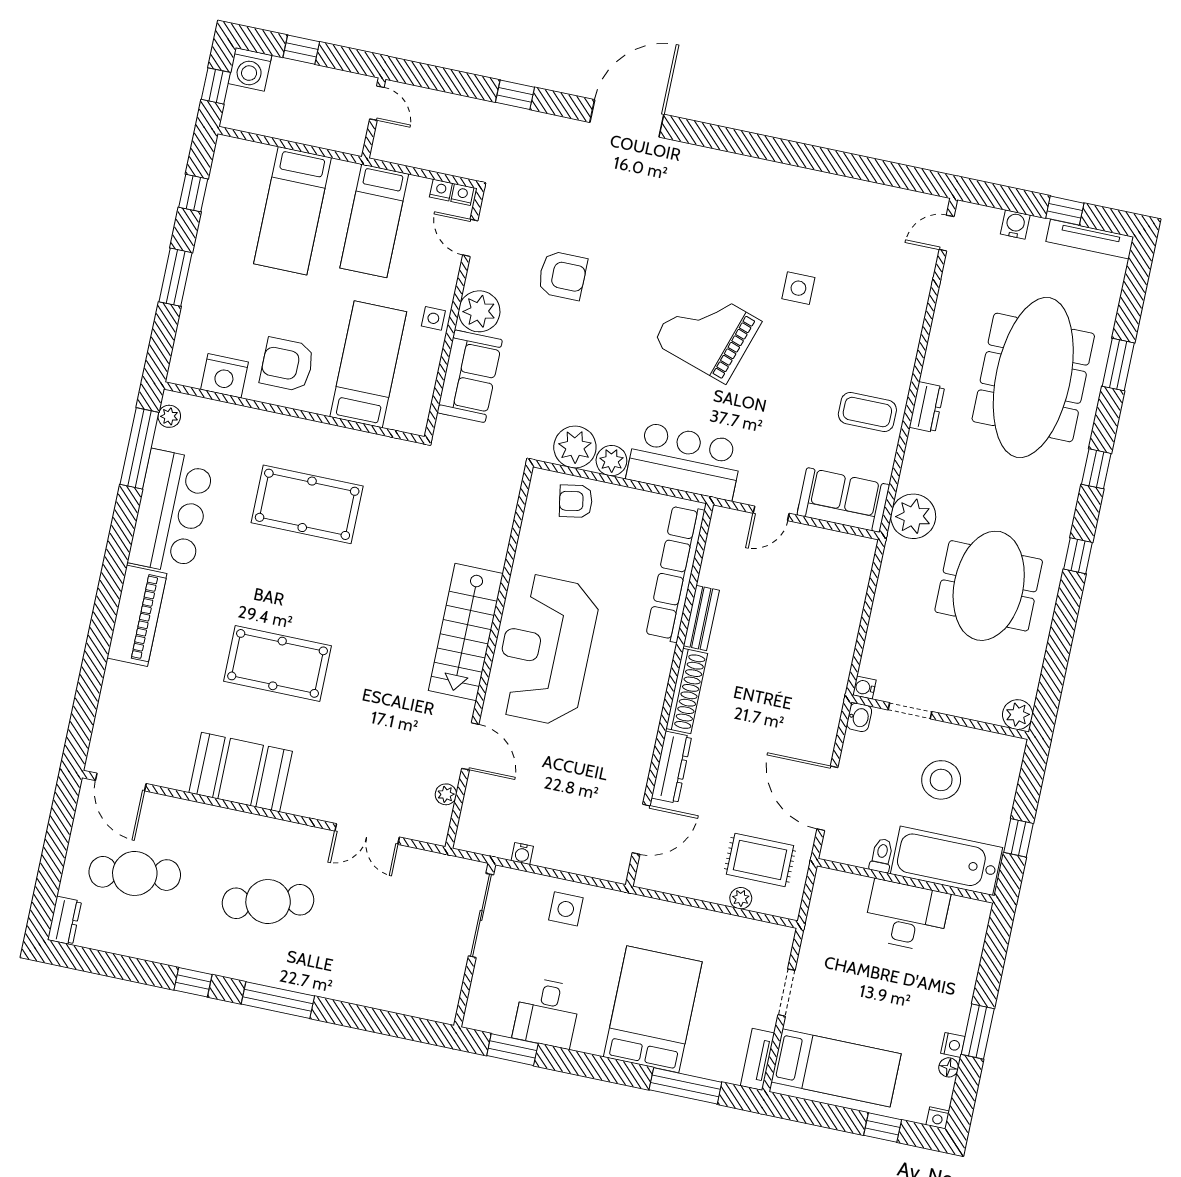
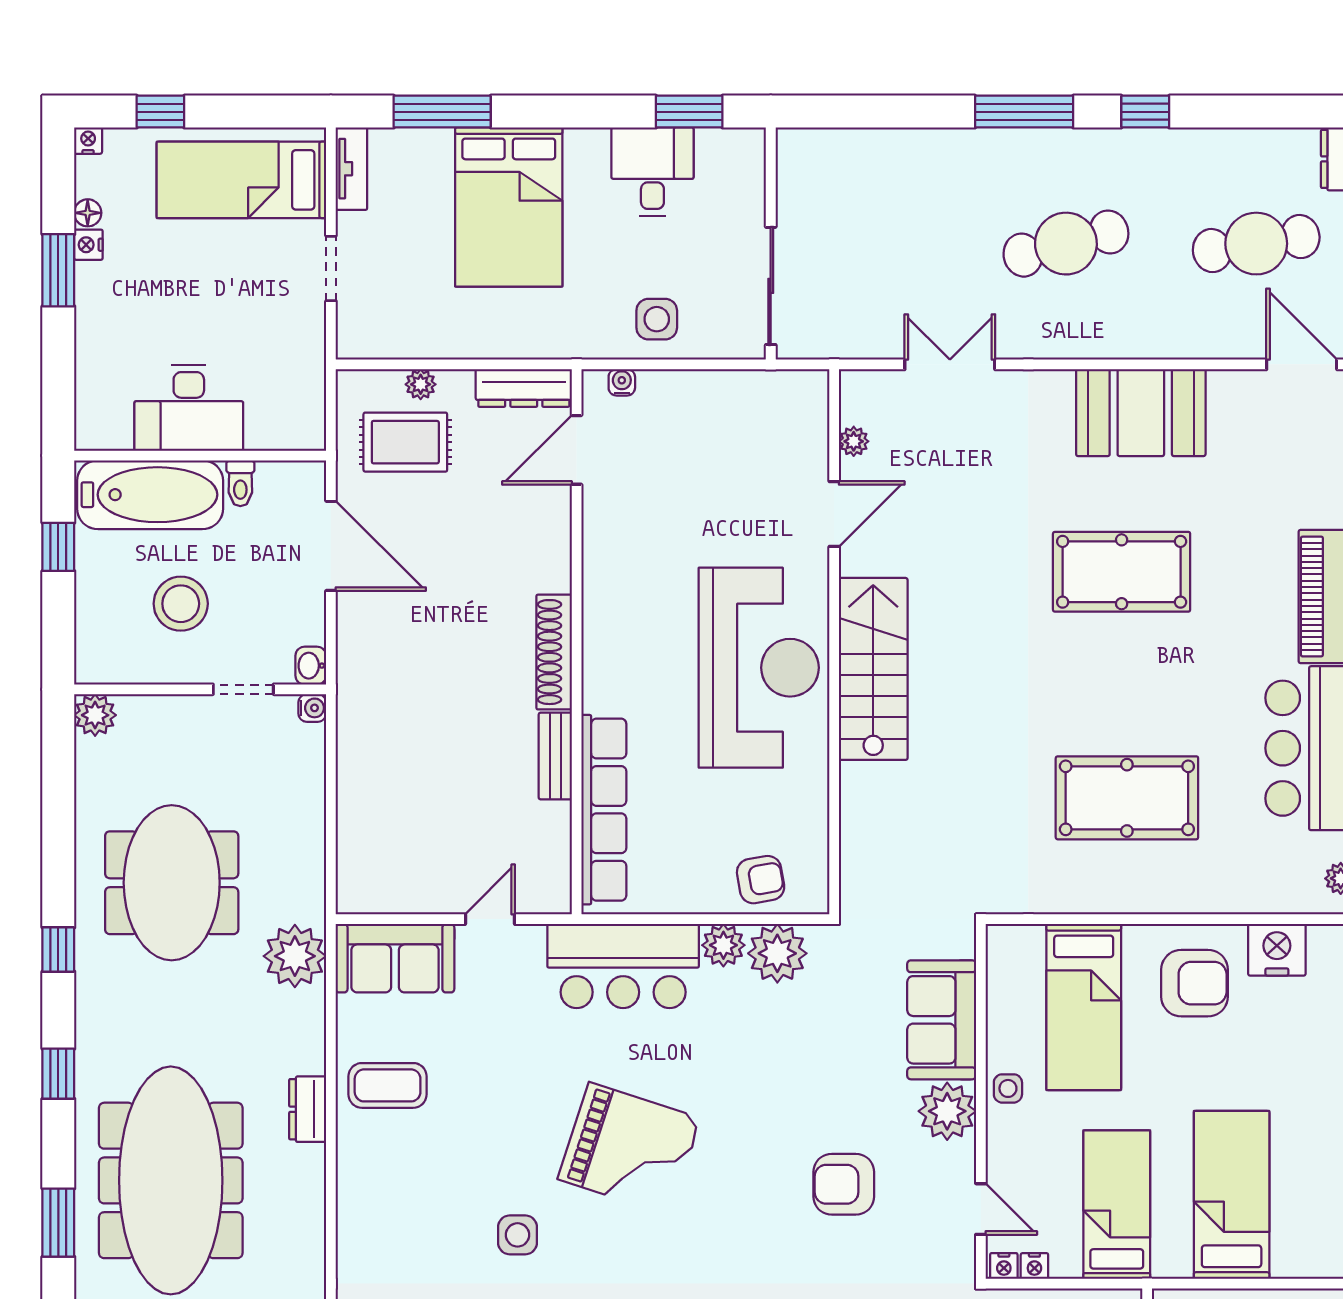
door: (470, 746) -> (834, 514), swing flipped
dresser: (671, 767) -> (524, 388), moved, turned -90
water cooler: (522, 854) -> (622, 382), moved

